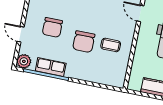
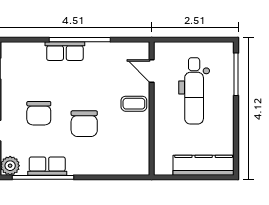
coffee table: (111, 45) -> (134, 104), moved

